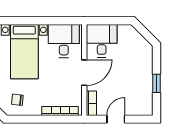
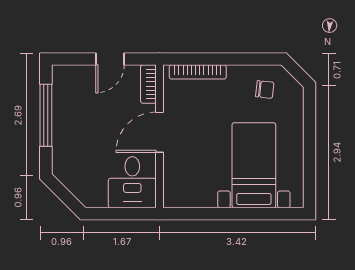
desk: (64, 41) -> (192, 182), removed
window: (157, 83) -> (46, 115), width x2.17

